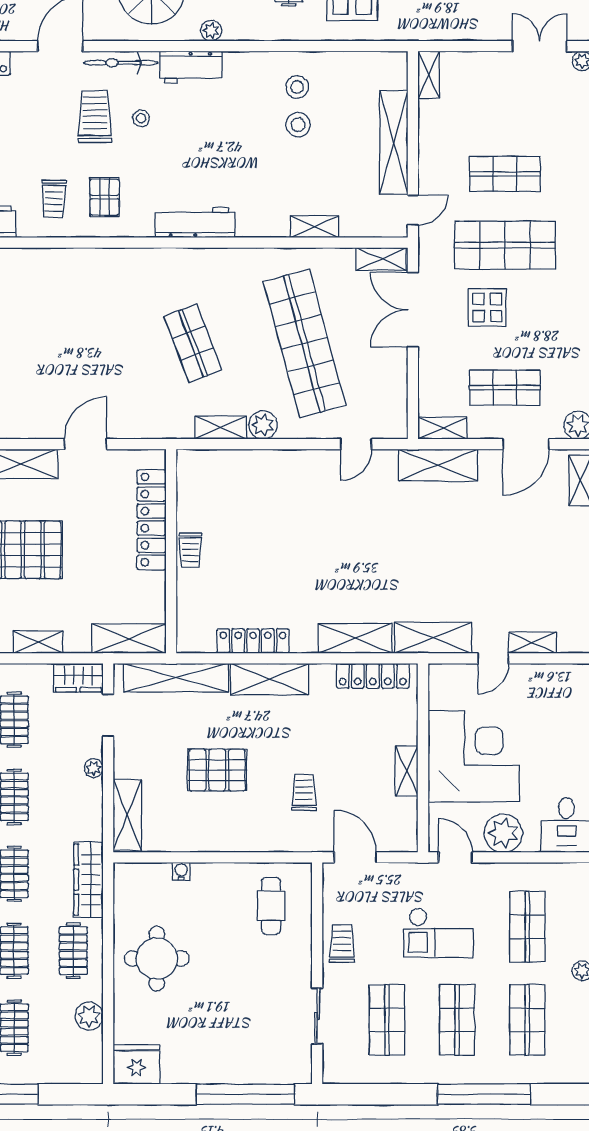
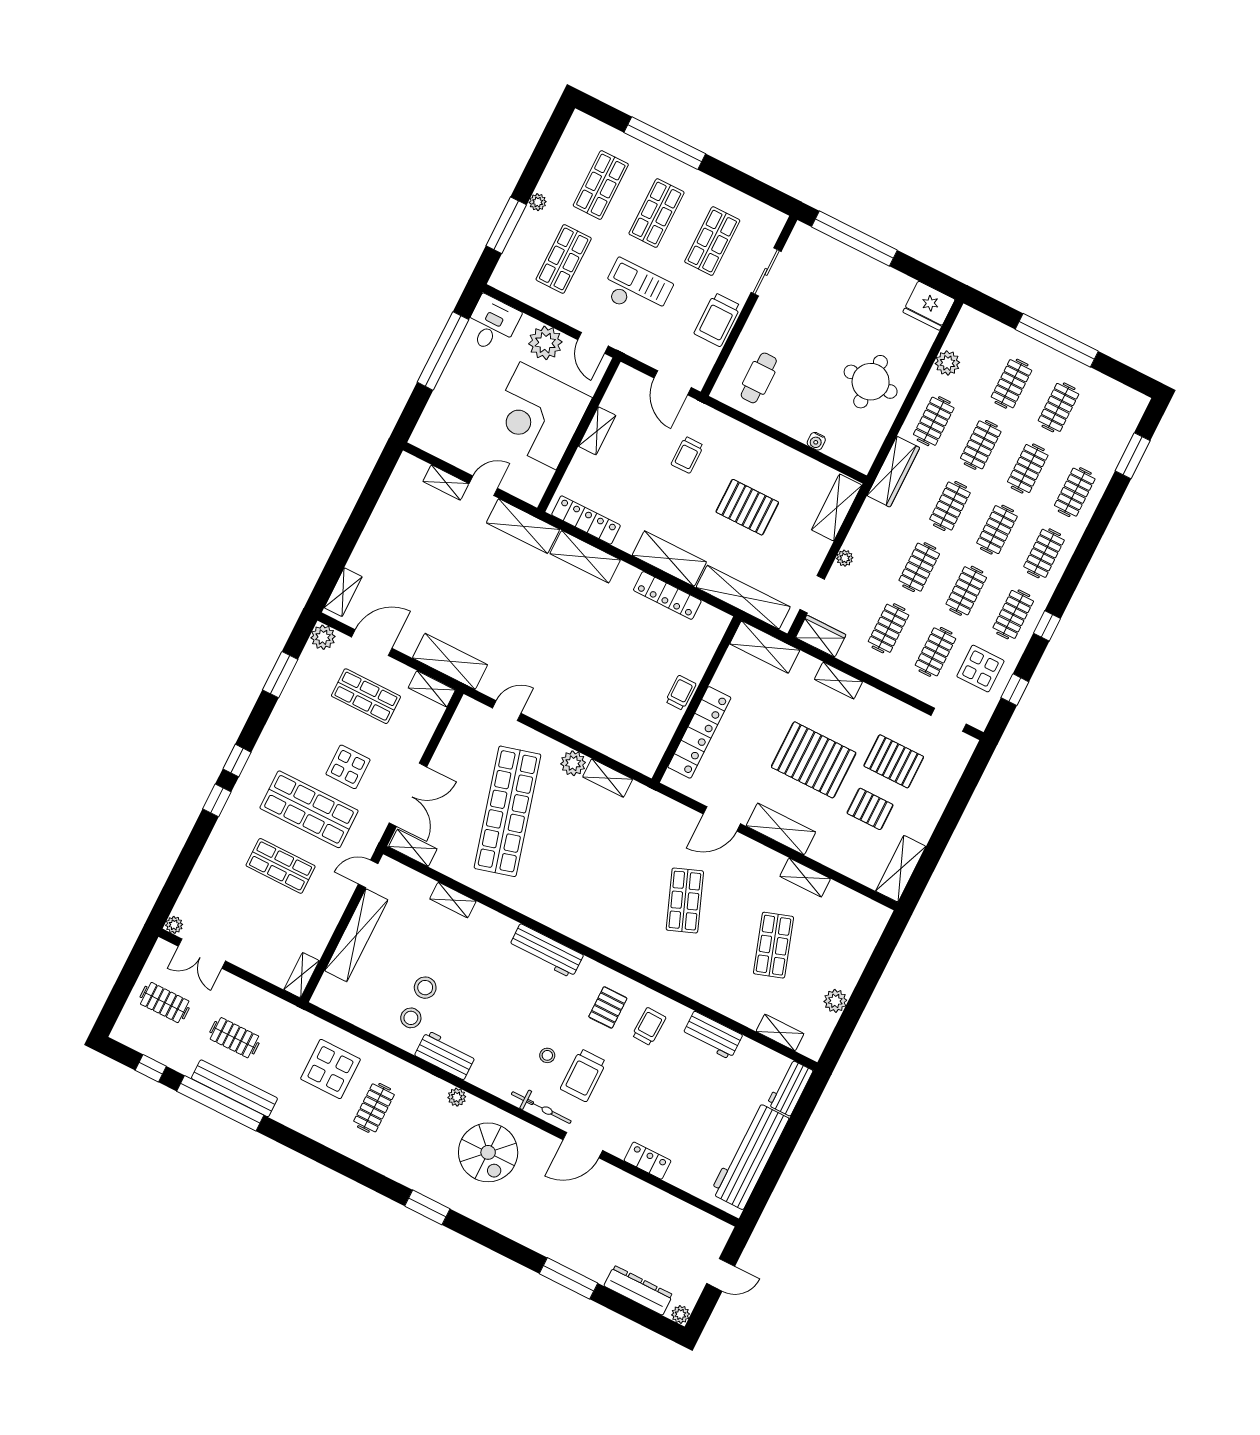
workbench: (191, 67) -> (445, 1055), moved
shop shelf: (193, 343) -> (685, 901), moved
trolley: (342, 944) -> (717, 320), width x1.36, depth x1.39

